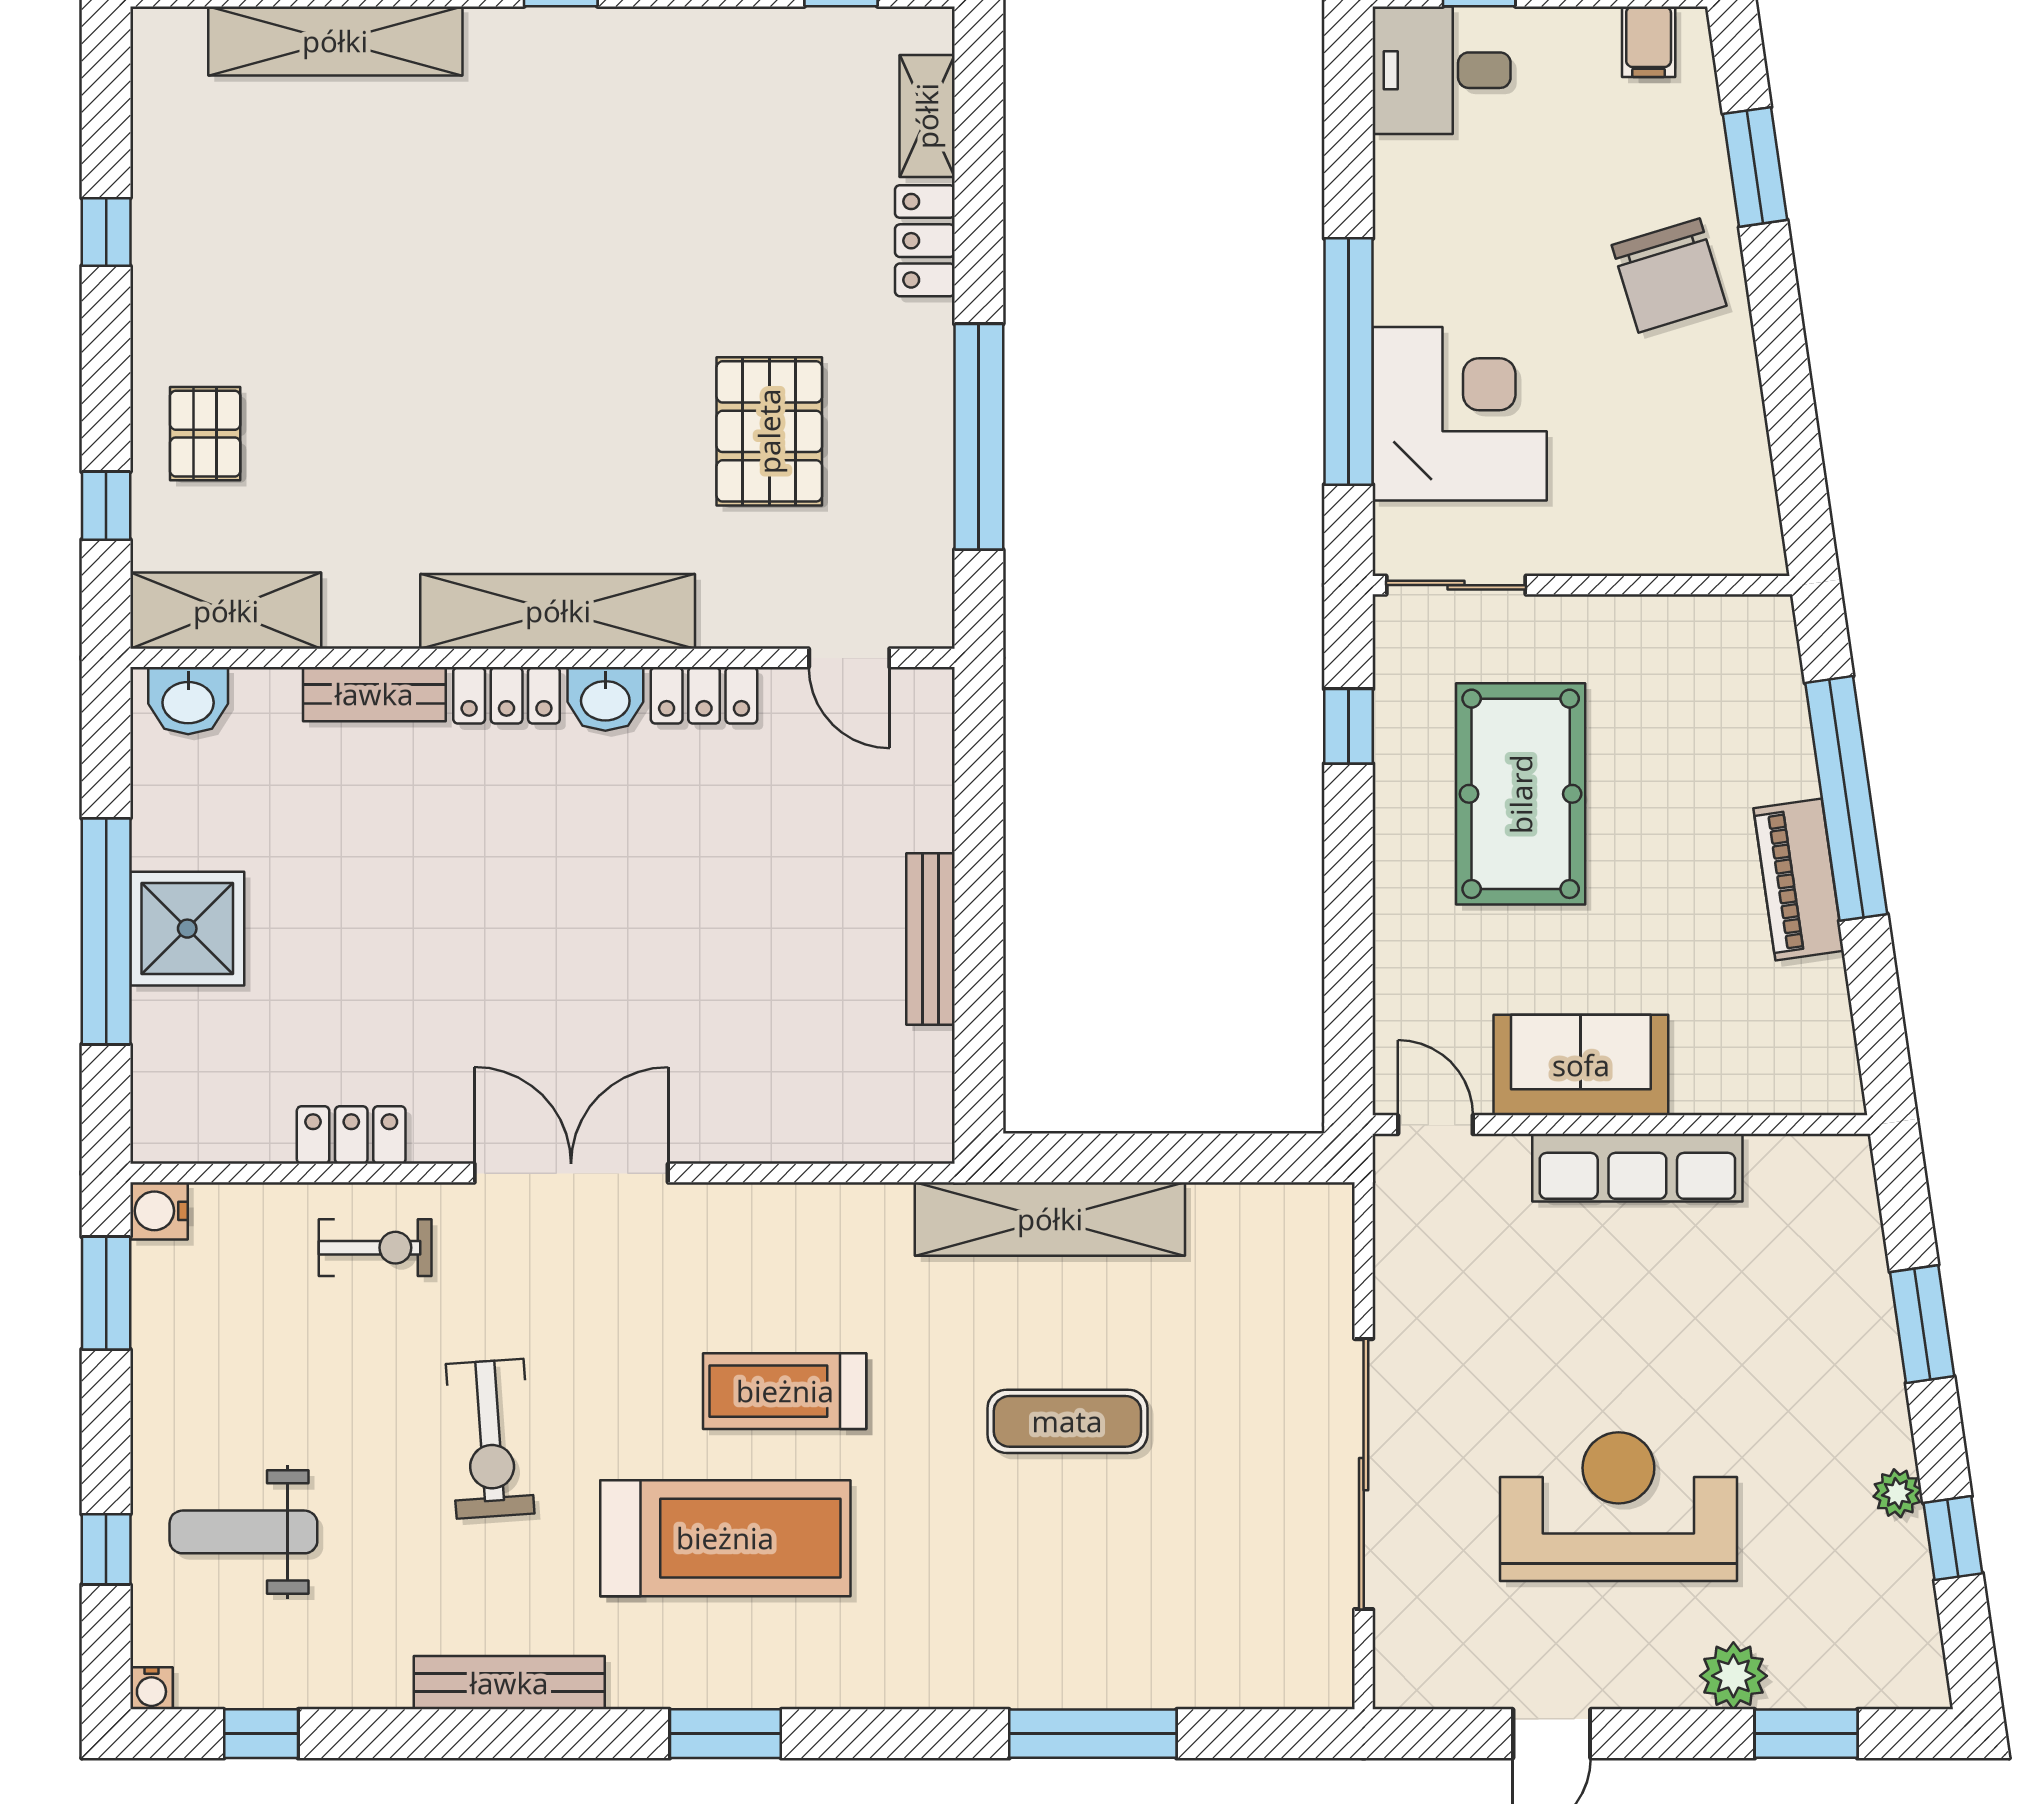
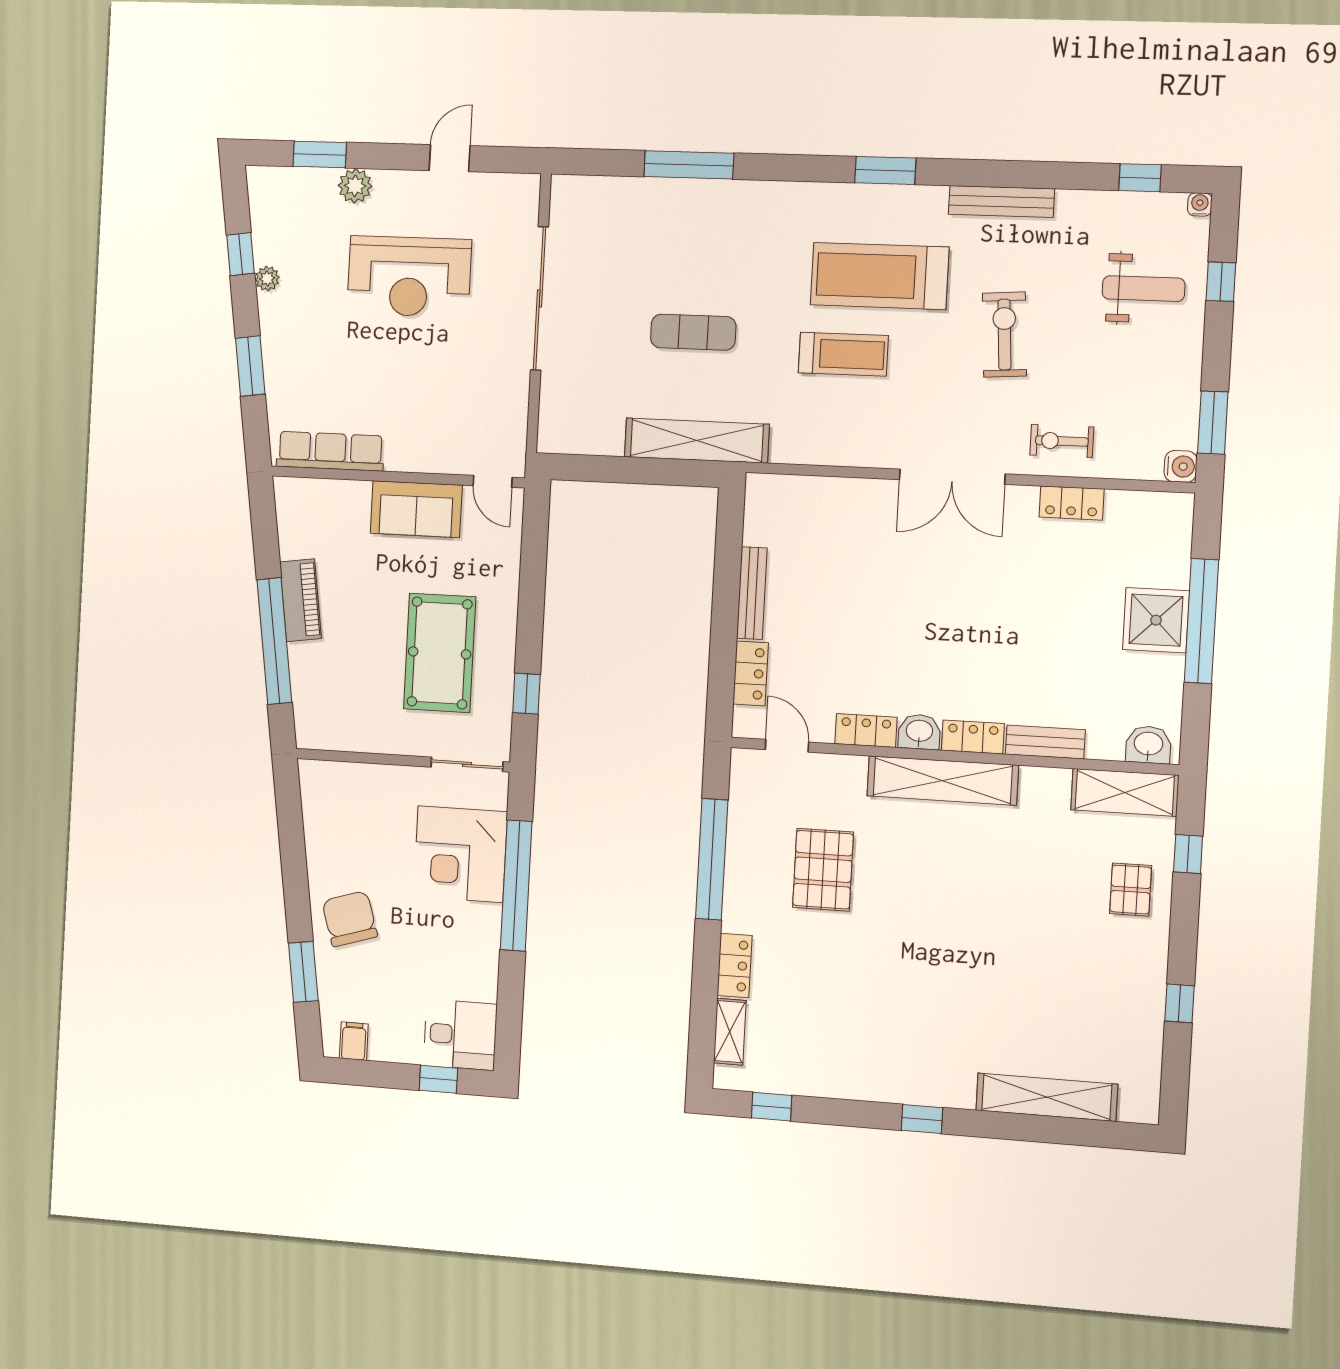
locker: (925, 789) -> (751, 673), added
row of seats: (1637, 1168) -> (330, 451), moved

